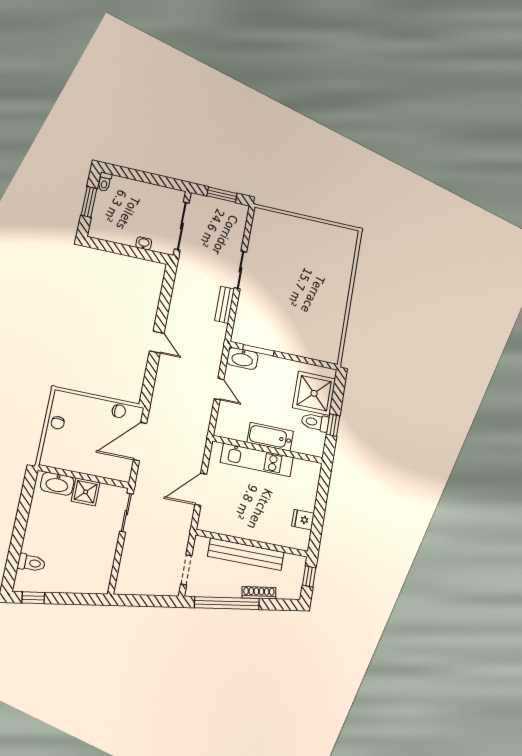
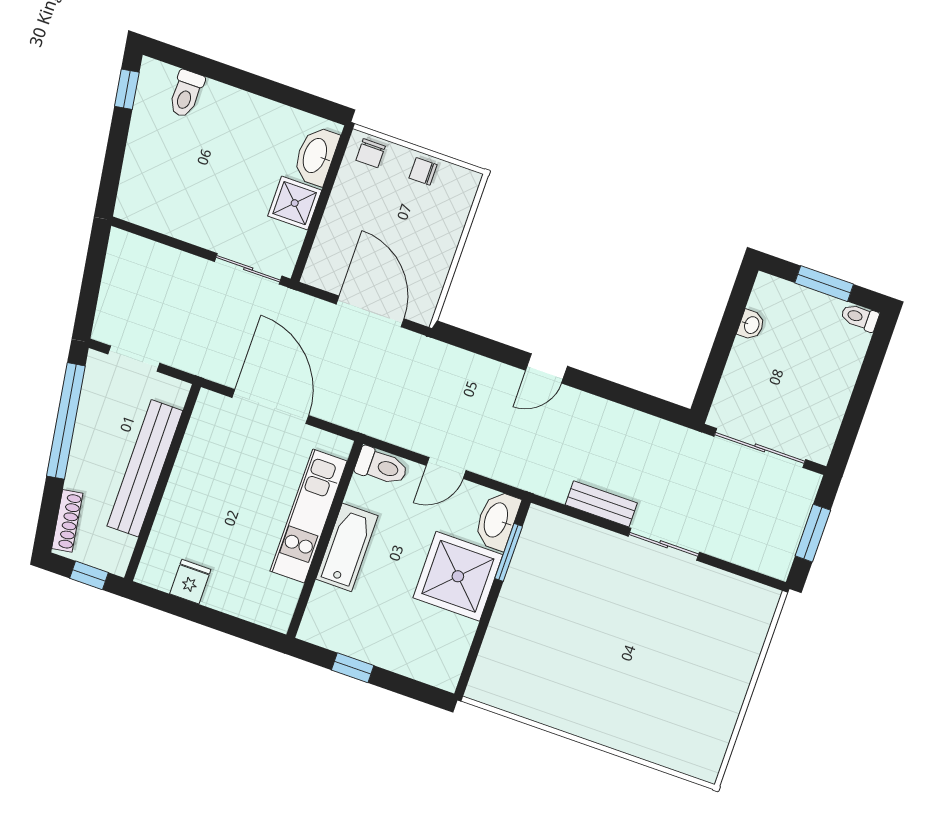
washbasin: (144, 243) -> (751, 325), moved
shower: (314, 393) -> (458, 576), moved
chair: (119, 411) -> (371, 153), moved
toilet: (315, 422) -> (381, 466), moved, turned 90
door: (201, 489) -> (270, 406), width x1.36
shoe rack: (259, 593) -> (67, 521), moved

